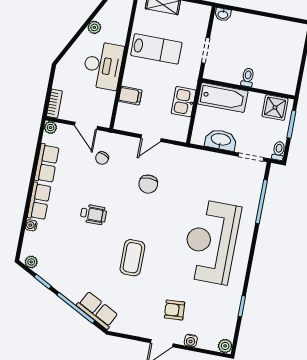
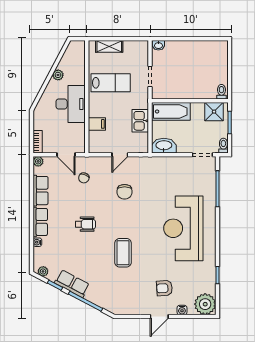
toilet: (248, 77) -> (221, 92), moved
washbasin: (221, 140) -> (164, 146), moved
row of seats: (97, 310) -> (72, 284), moved
plant: (225, 346) -> (205, 304), width x1.88, depth x1.88

